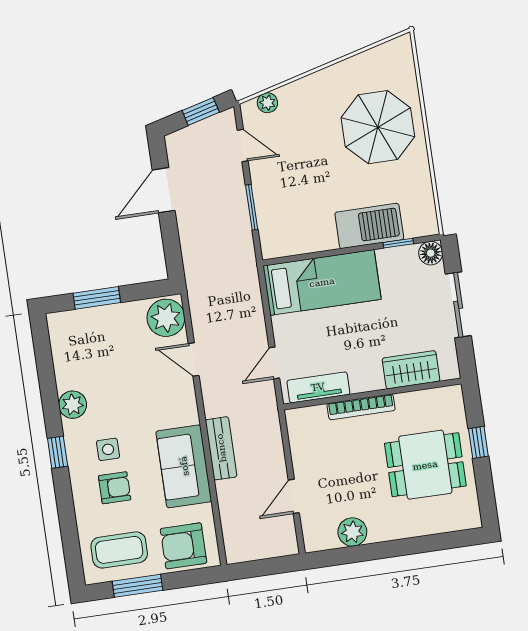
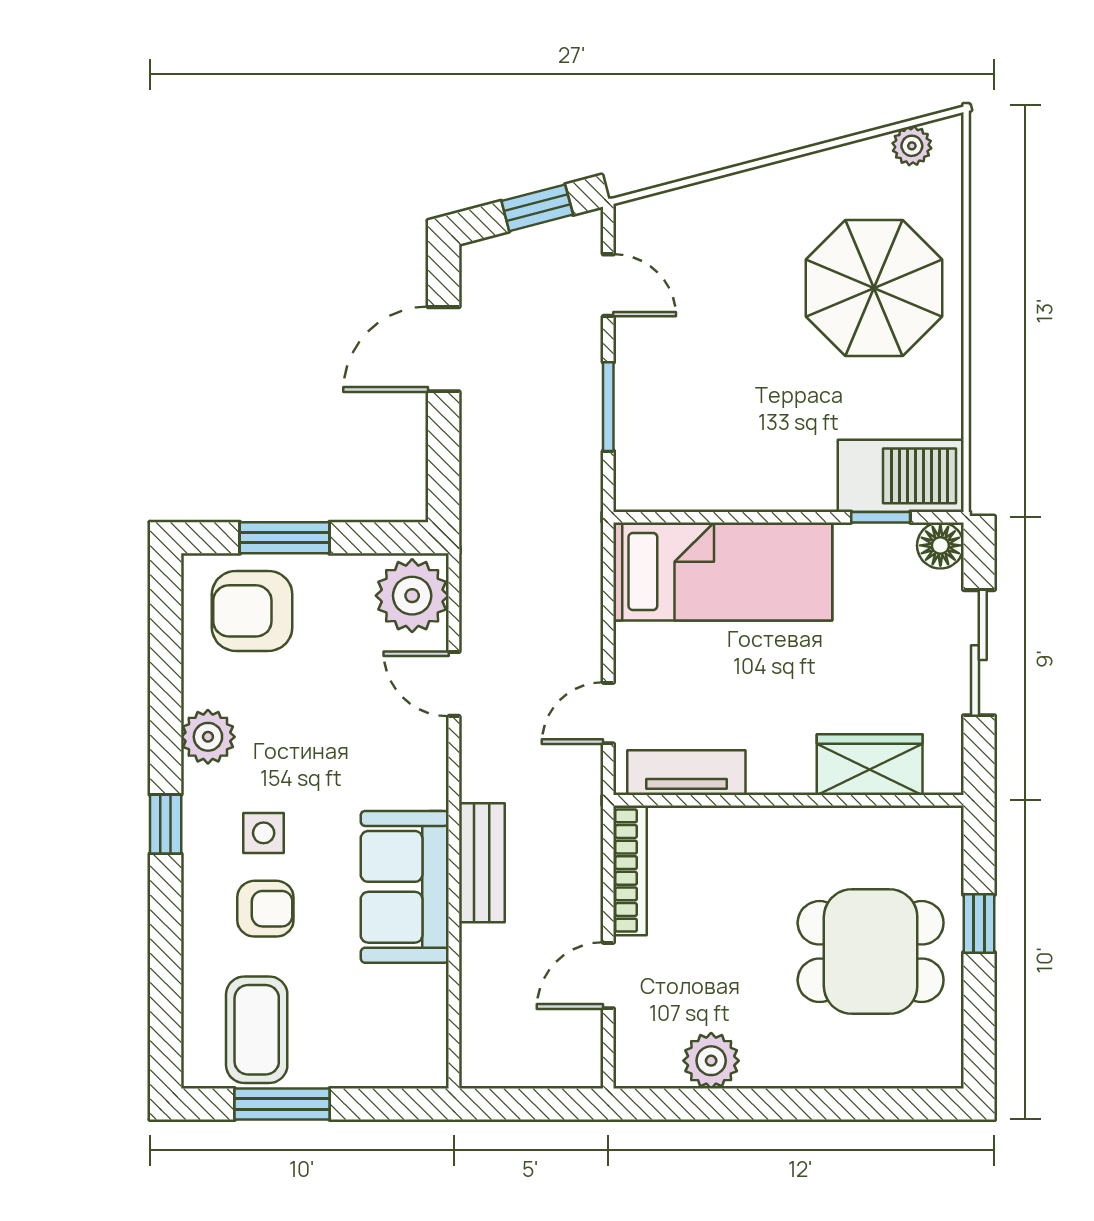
plant: (267, 103) -> (912, 146), moved
barbecue: (369, 226) -> (901, 476), moved
bookcase: (361, 407) -> (630, 870), moved, turned -90
armchair: (184, 546) -> (252, 611), moved
coffee table: (119, 550) -> (257, 1030), turned 90

